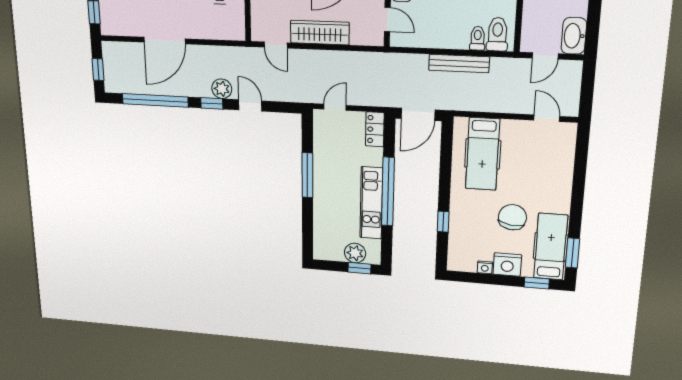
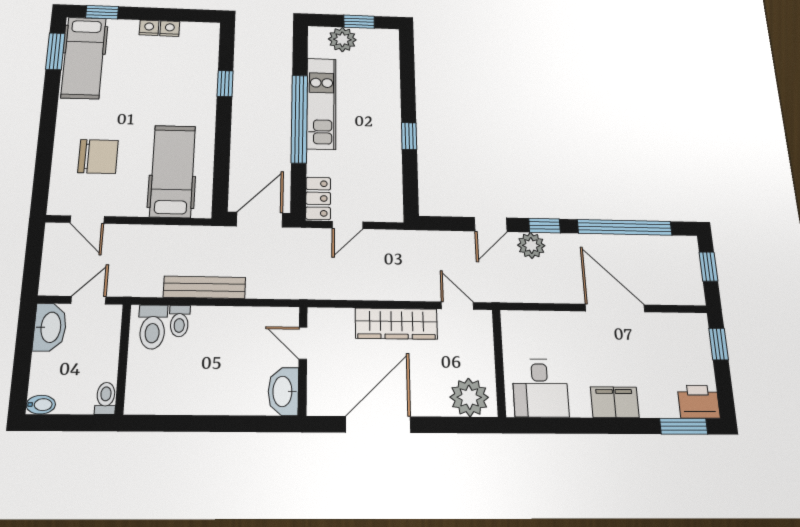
door: (165, 41) -> (615, 308), hinge flipped
door: (250, 105) -> (491, 224), hinge flipped
door: (335, 107) -> (347, 225), moved
window: (307, 175) -> (409, 136), width x0.46
chair: (512, 217) -> (98, 156), moved, turned -98
nightstand: (507, 264) -> (149, 28), width x0.53, depth x0.56
window: (359, 268) -> (359, 22), moved

